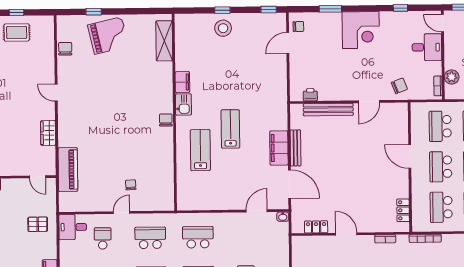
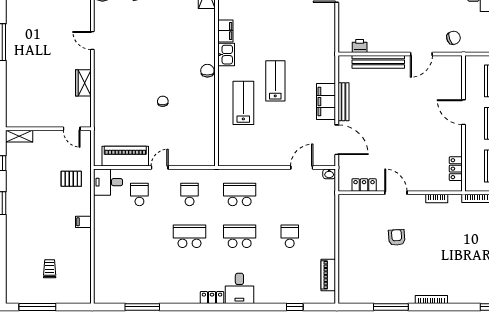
piano: (68, 170) -> (125, 156), moved, turned -90
chair: (131, 185) -> (163, 101), moved
school desk: (150, 238) -> (190, 194), width x0.54

